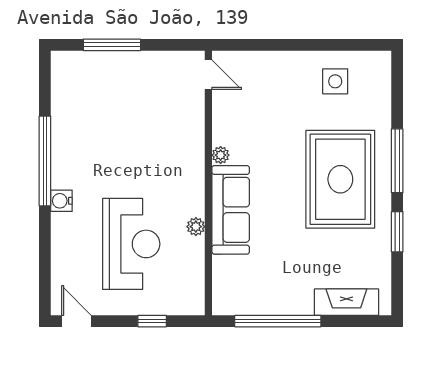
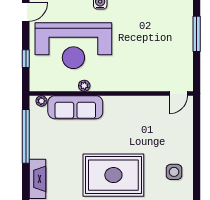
plant: (221, 155) -> (41, 101), moved
sofa: (231, 210) -> (75, 107), moved
reception desk: (131, 244) -> (73, 46), width x1.36, depth x1.30

